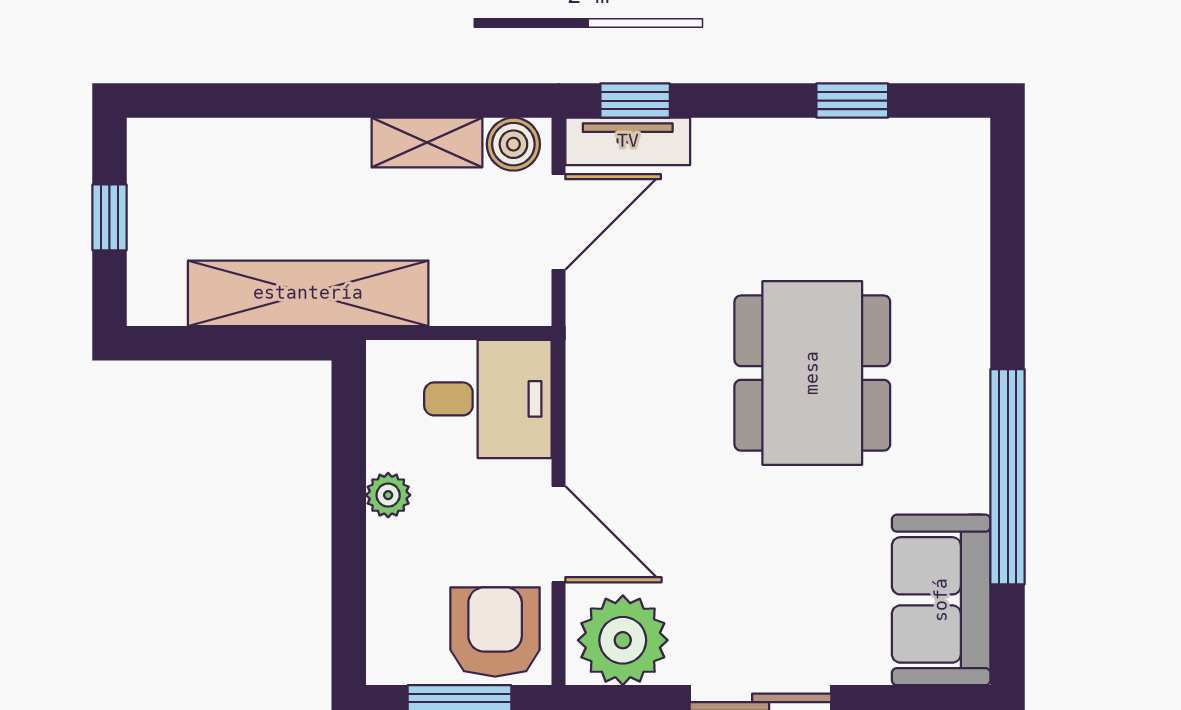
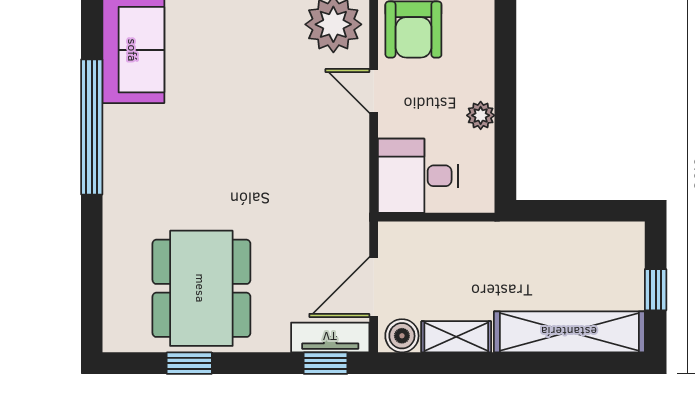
shelving: (308, 293) -> (569, 332), moved
dining table: (812, 373) -> (201, 288), moved
door: (559, 534) -> (374, 91), width x0.73

